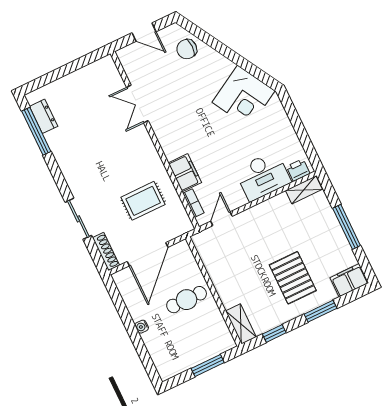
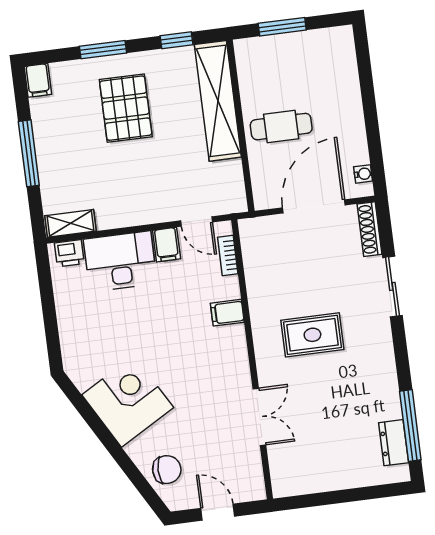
corner desk: (244, 97) -> (128, 401), moved
filing cabinet: (185, 173) -> (227, 313), width x0.50
filing cabinet: (236, 197) -> (167, 245), added
rug: (143, 201) -> (312, 335), moved
door: (221, 219) -> (197, 221), hinge flipped
filing cabinet: (349, 280) -> (38, 80), width x0.50
shelving: (241, 324) -> (218, 101), width x2.20, depth x1.33
water cooler: (142, 327) -> (363, 174), moved

